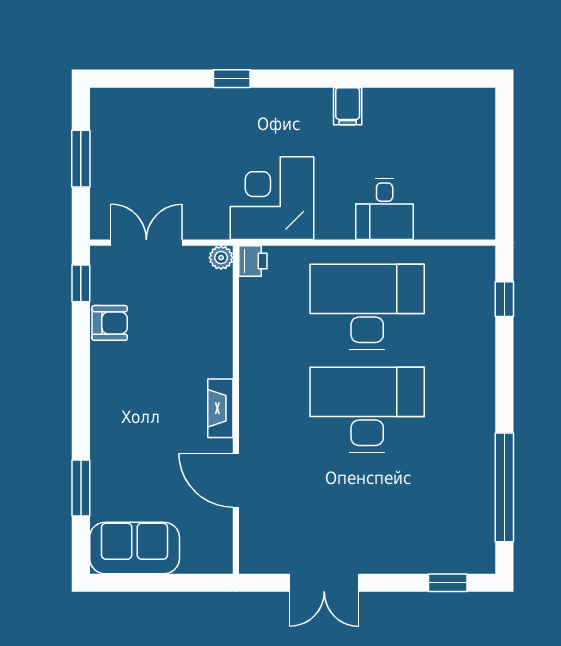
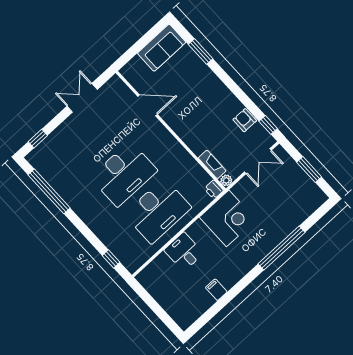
window: (232, 79) -> (281, 248), width x3.17
filing cabinet: (348, 106) -> (216, 290), moved
armchair: (110, 323) -> (245, 120), turned 90
fireplace: (220, 408) -> (212, 164), moved

